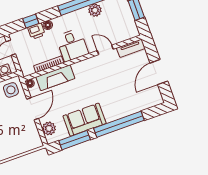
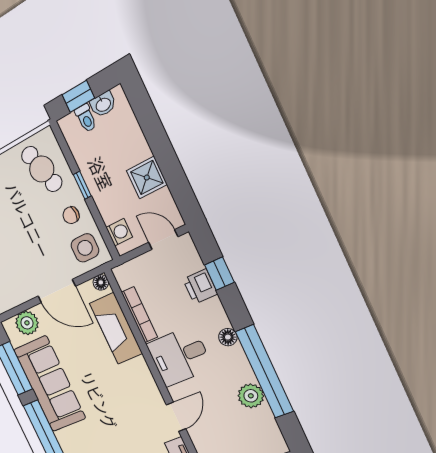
floor lamp: (48, 25) -> (228, 337), moved
sofa: (85, 120) -> (50, 384), width x1.36

